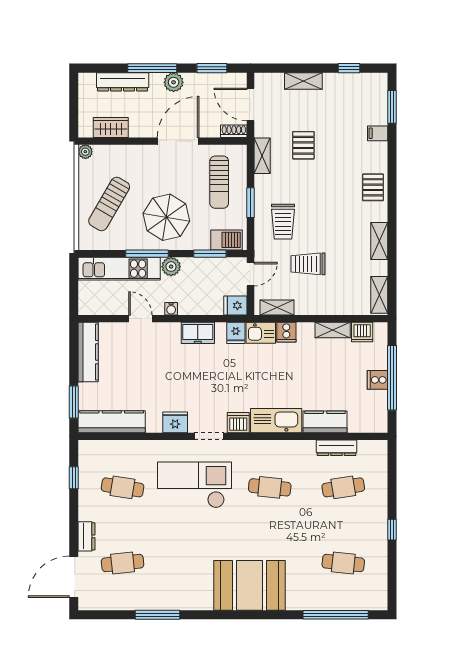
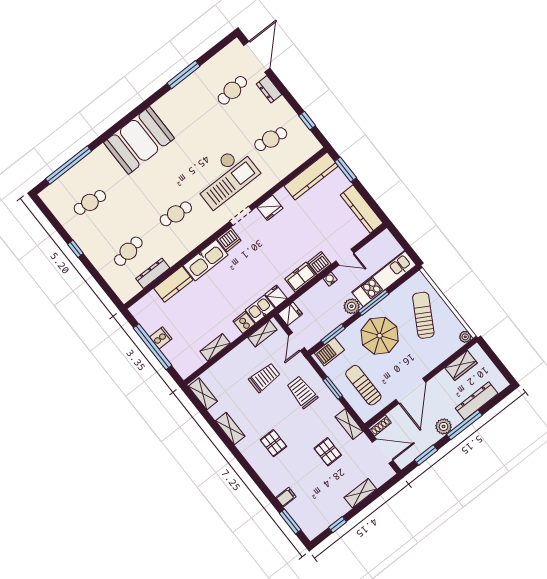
pallet: (373, 187) -> (273, 443), moved
dishwasher: (362, 332) -> (319, 263), moved

